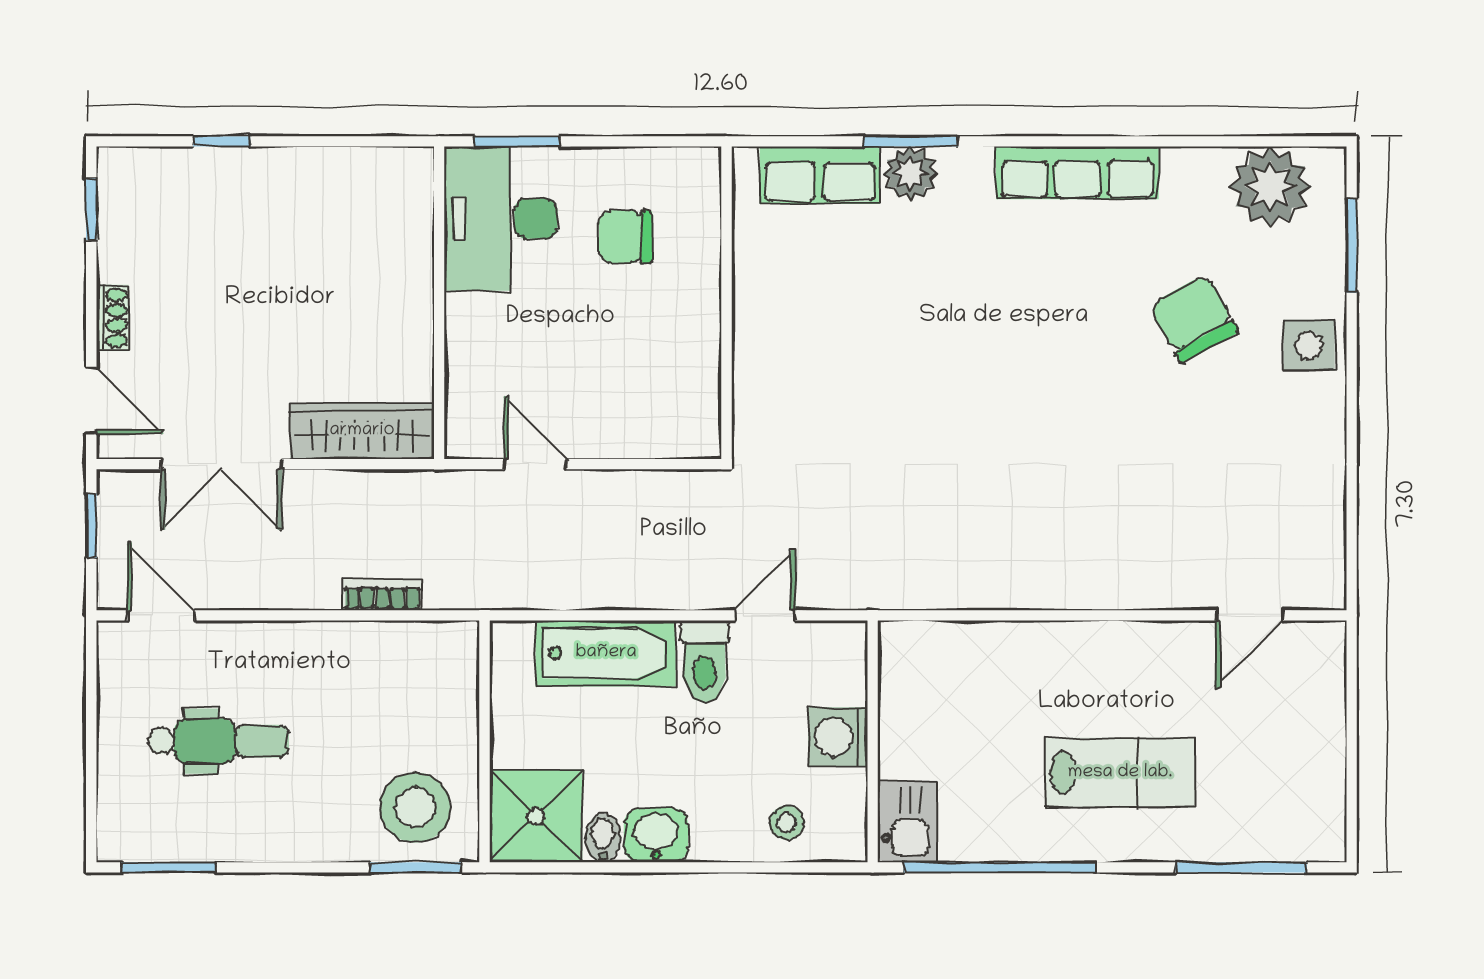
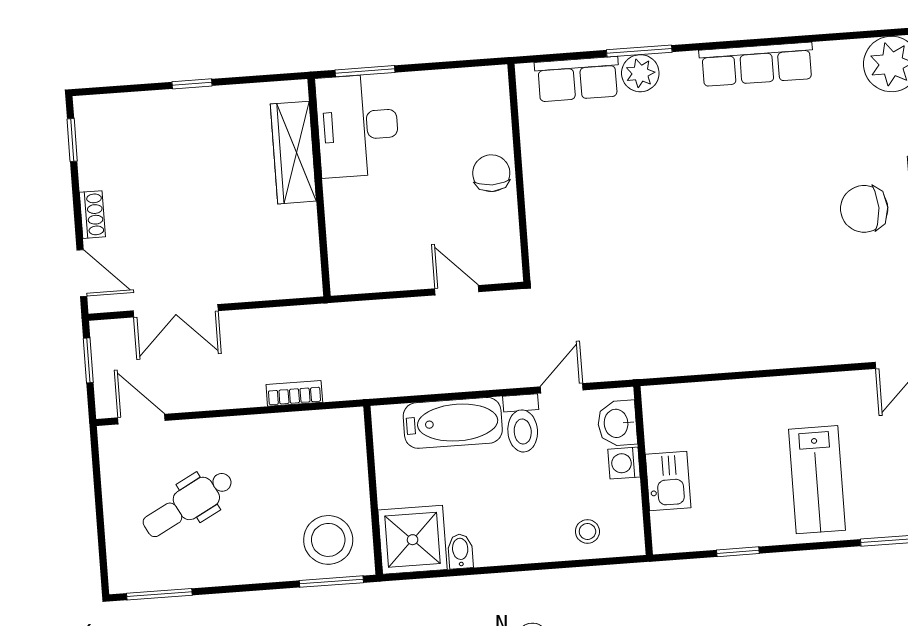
window: (222, 141) -> (192, 84), moved
chair: (626, 237) -> (491, 173), moved, turned 90
chair: (1194, 318) -> (864, 209), moved, turned -61
wardrobe: (362, 431) -> (293, 153), moved, turned -90
door: (535, 464) -> (457, 290), moved
washing machine: (838, 737) -> (624, 463), width x0.73, depth x0.73
dental chair: (219, 741) -> (188, 504), turned 152
lab bench: (1120, 773) -> (817, 480), turned 90
kitchen sink: (907, 822) -> (668, 481), moved
washbasin: (656, 835) -> (617, 423), moved, turned -90
window: (1000, 867) -> (738, 552), width x0.32

